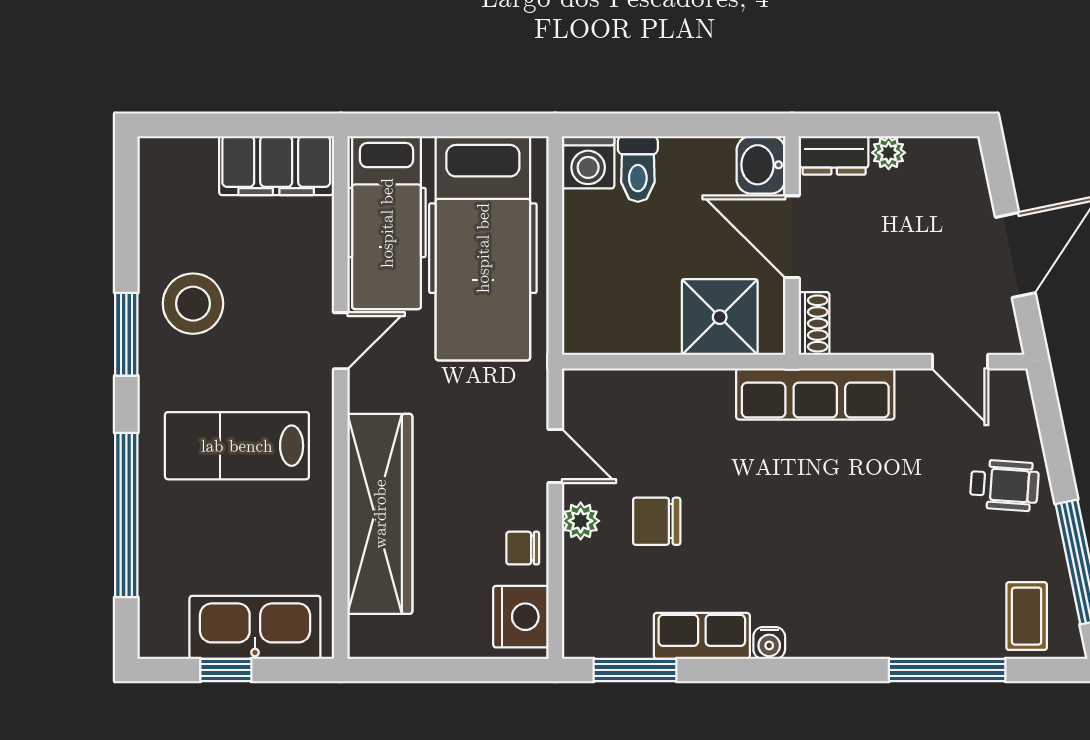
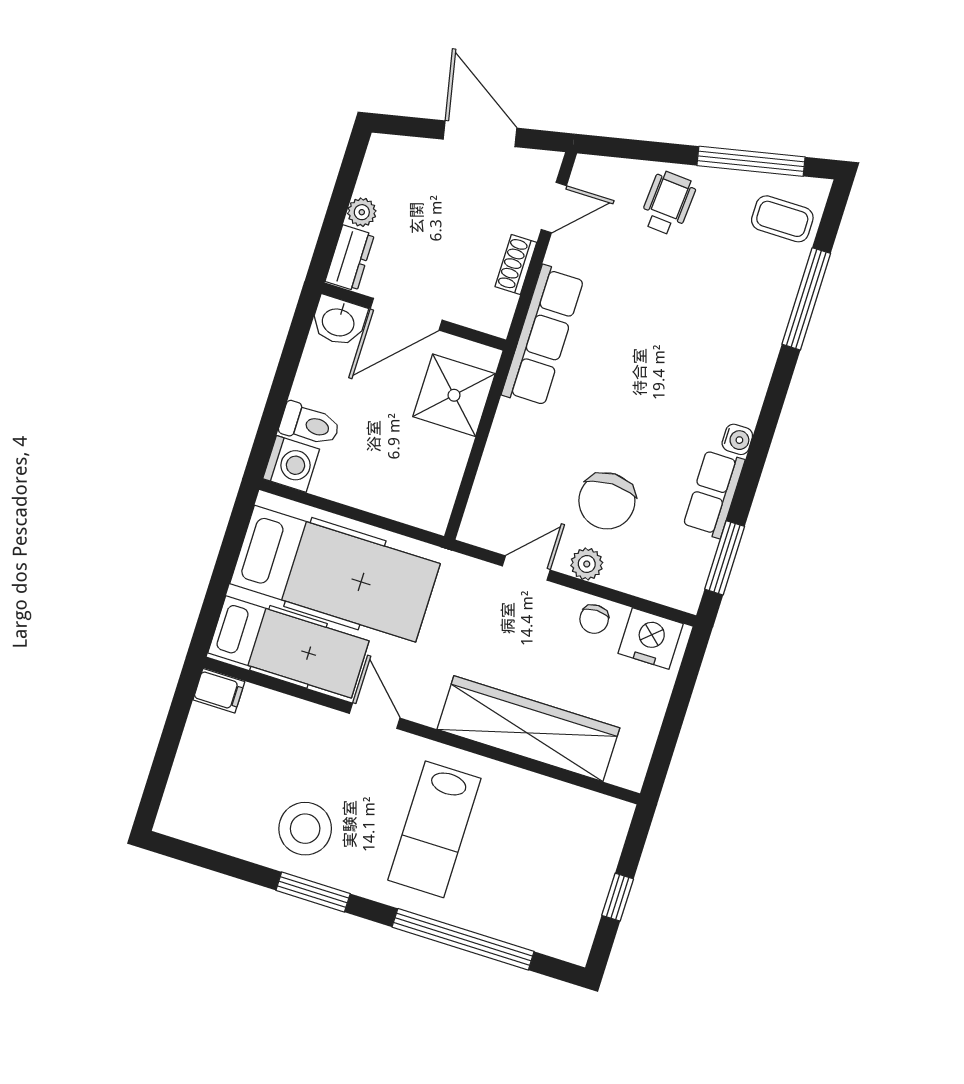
filing cabinet: (276, 166) -> (219, 691), width x0.33, depth x0.86
shoe rack: (814, 323) -> (516, 265), moved, turned -90
chair: (657, 521) -> (607, 501), width x1.37, depth x1.37
kitchen sink: (255, 627) -> (590, 862), removed

